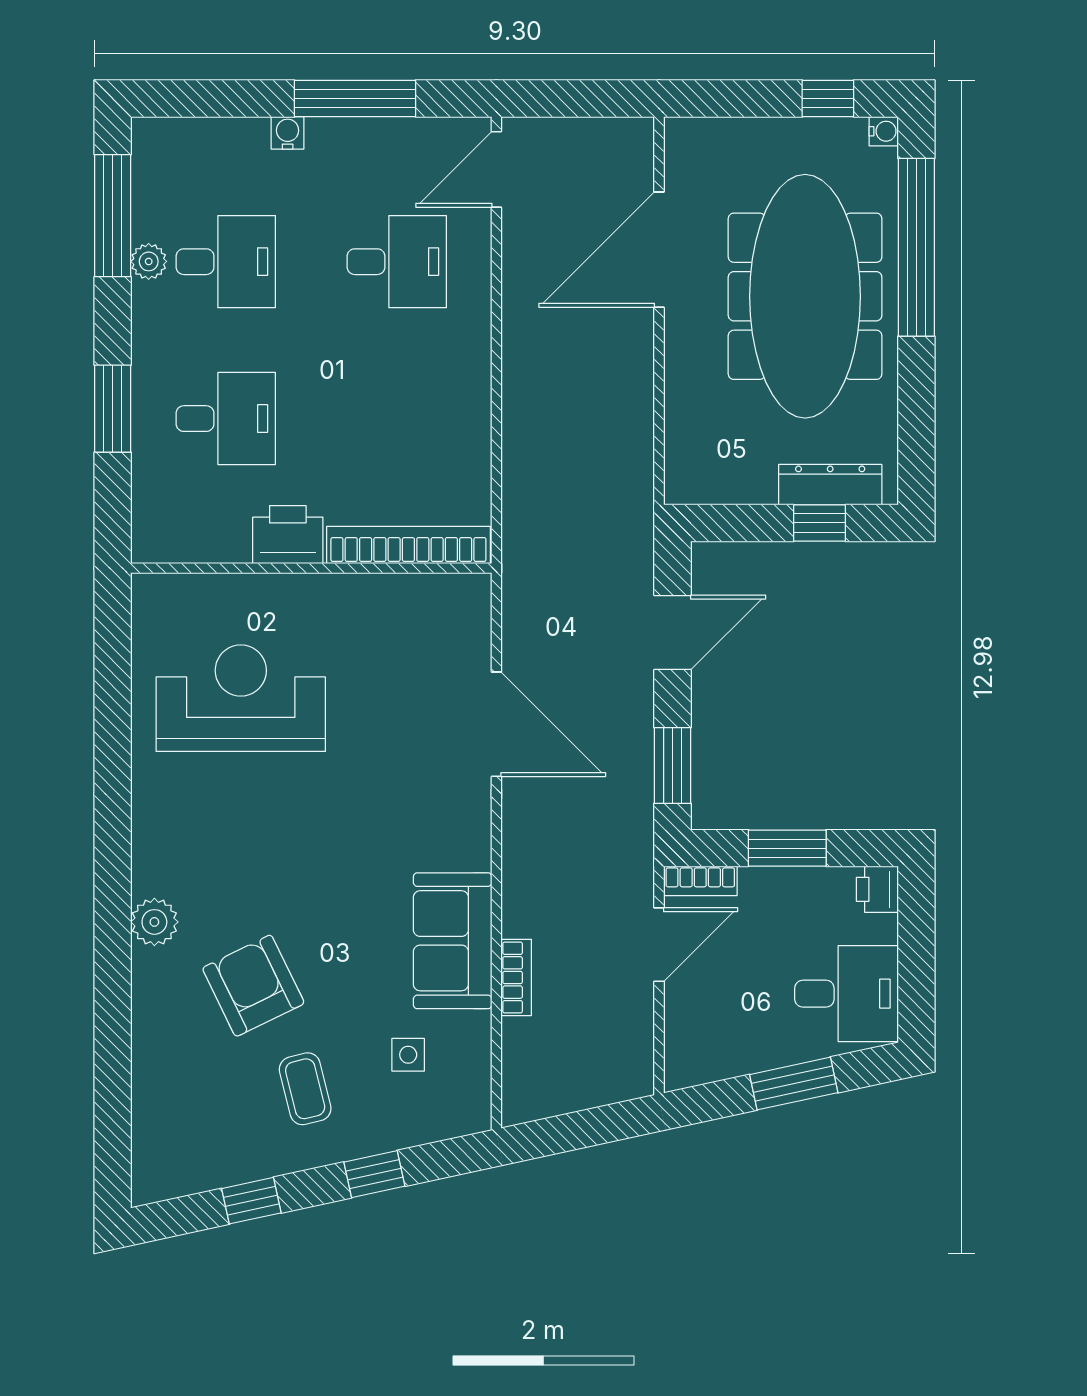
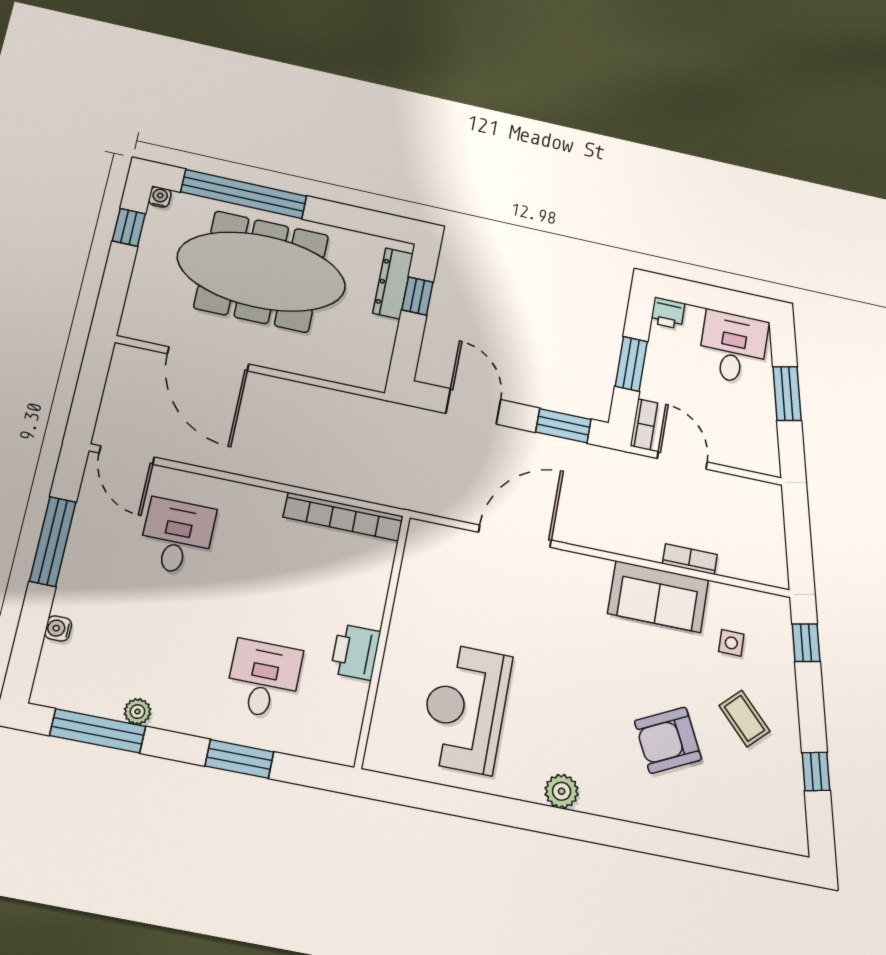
water cooler: (288, 133) -> (58, 629), moved
desk: (226, 262) -> (150, 656), removed
bookcase: (408, 545) -> (343, 517), moved, turned -90
plant: (154, 922) -> (562, 791), moved
coffee table: (305, 1089) -> (744, 718), turned 60
window: (374, 1174) -> (806, 643), moved

